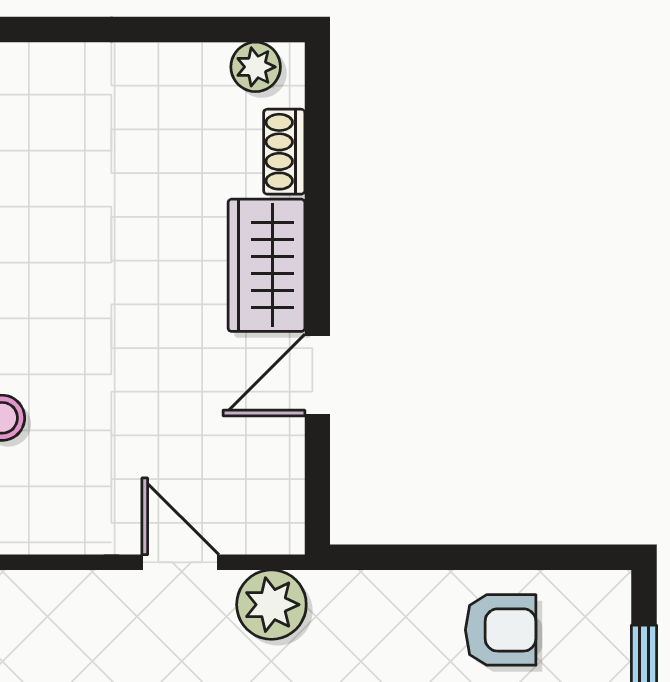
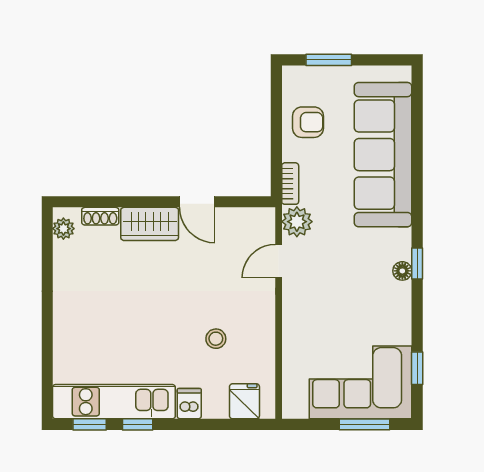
bookcase: (359, 589) -> (290, 184), added
armchair: (501, 630) -> (308, 122), turned 90

